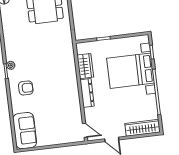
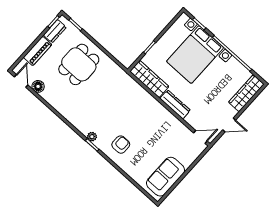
wardrobe: (85, 66) -> (149, 79), width x1.50
sofa: (25, 131) -> (166, 177), moved, turned -90

